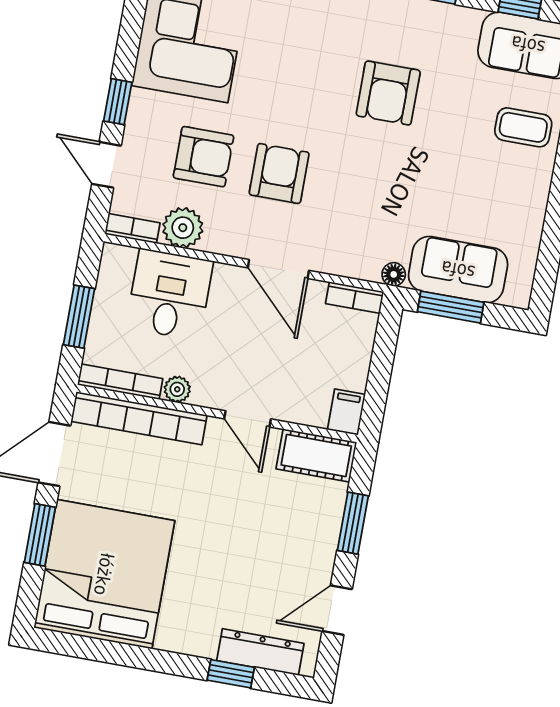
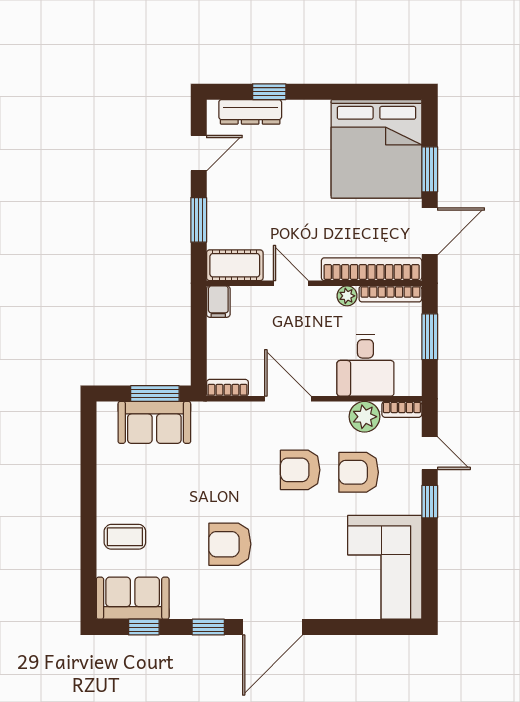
armchair: (388, 93) -> (230, 544), turned -90
armchair: (279, 174) -> (300, 470), turned 90
floor lamp: (394, 274) -> (202, 410), removed

